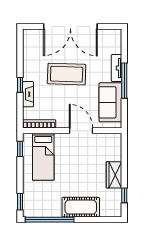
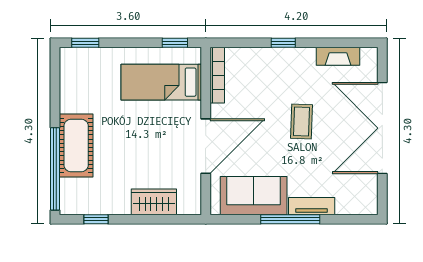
coffee table: (67, 74) -> (301, 122), width x0.54, depth x0.58
fireplace: (28, 94) -> (338, 56), moved
door: (81, 131) -> (206, 146), width x1.36
wardrobe: (114, 175) -> (154, 202), moved
window: (50, 220) -> (55, 169), moved

